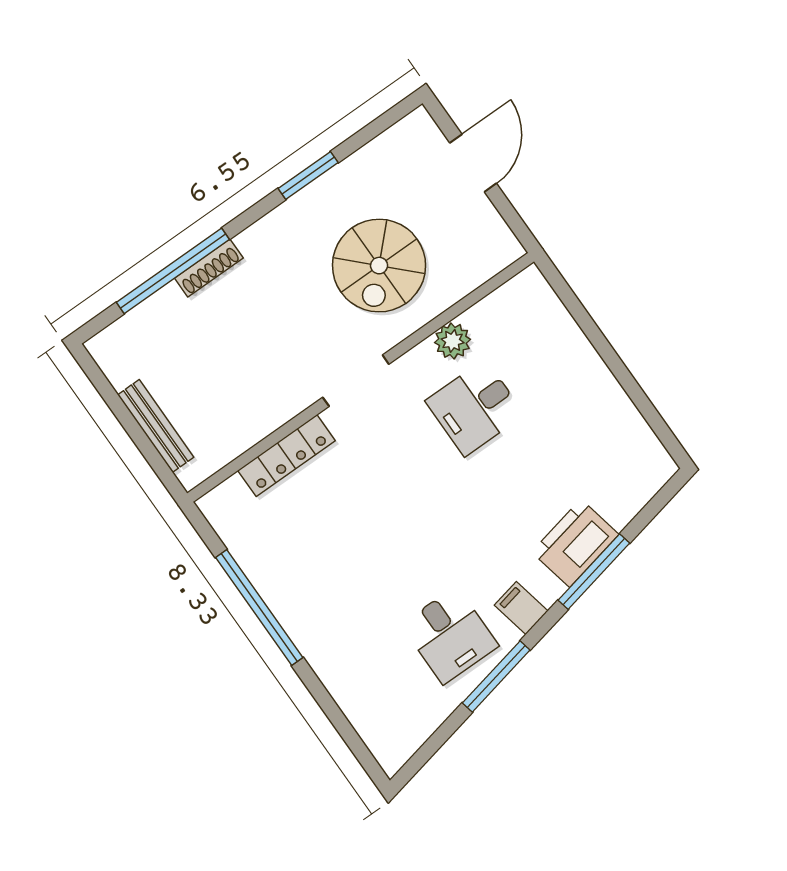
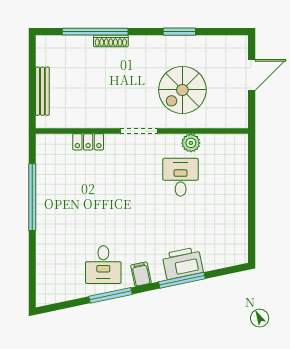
desk: (475, 408) -> (181, 177), turned 90
locker: (286, 456) -> (88, 142), width x0.66

